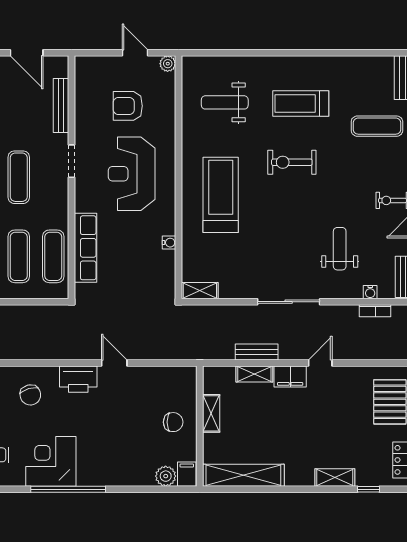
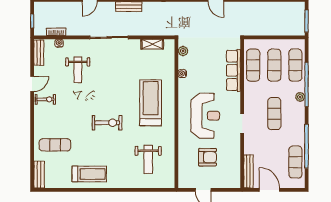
plant: (168, 64) -> (183, 51), moved
weight bench: (225, 102) -> (148, 159), turned 90
treadmill: (301, 104) -> (89, 174), moved
bench: (61, 106) -> (248, 171), moved
treadmill: (221, 195) -> (151, 103), turned 180
shelving: (200, 291) -> (152, 44), moved

